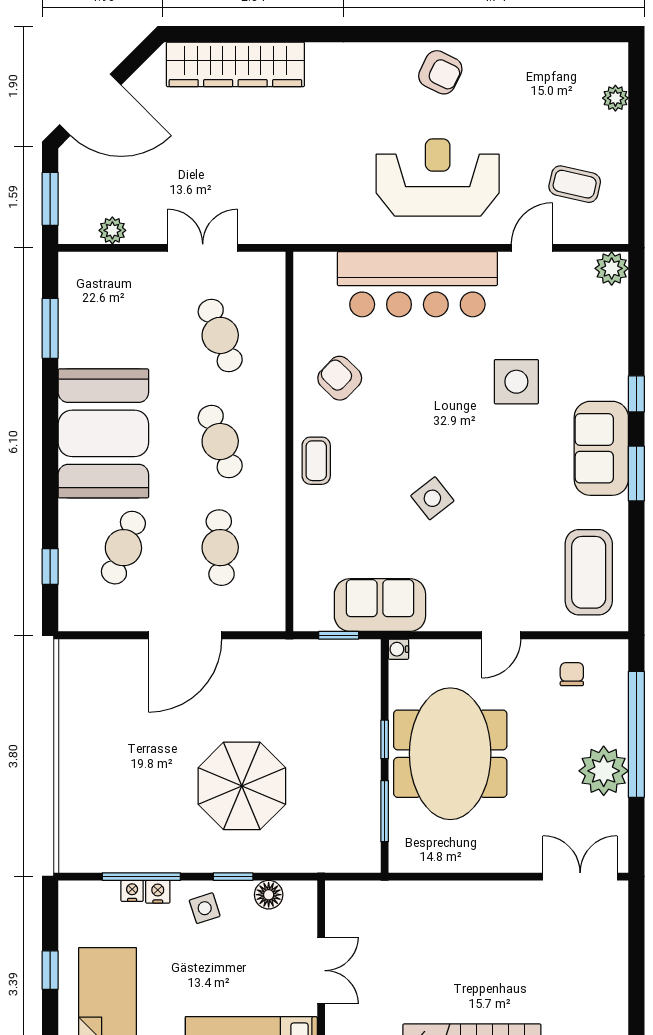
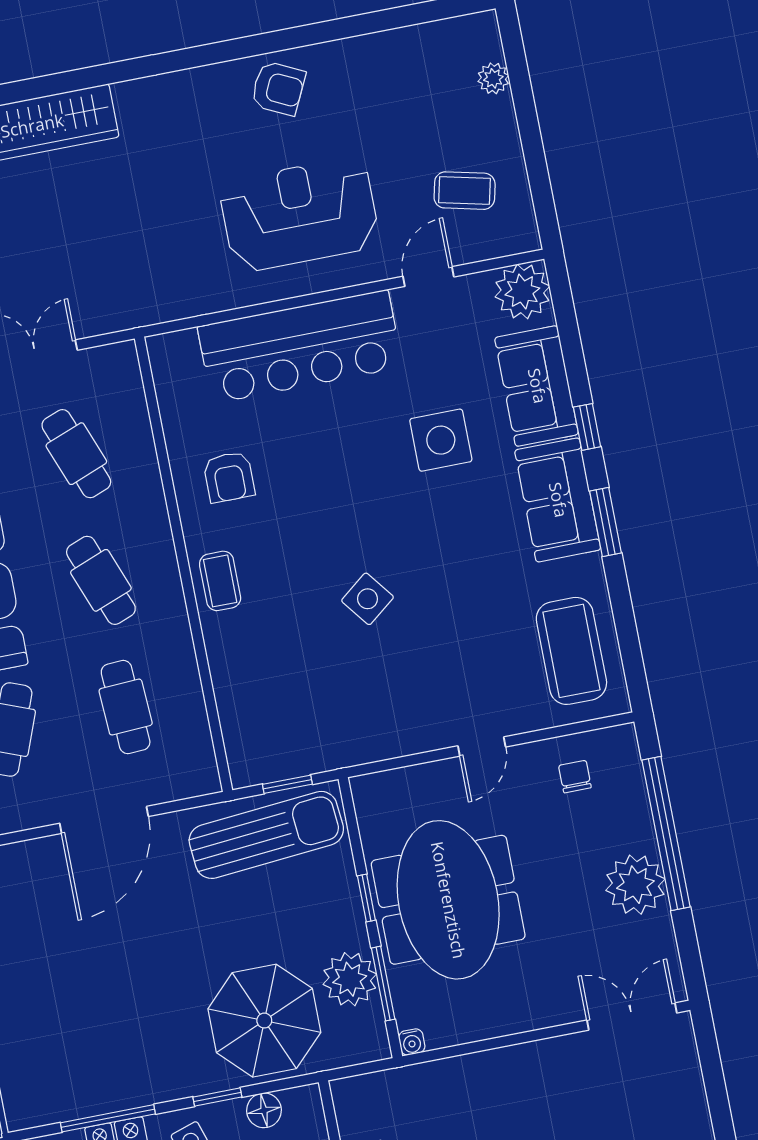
plant: (612, 268) -> (522, 292), width x1.36, depth x1.36
armchair: (340, 378) -> (229, 477), turned -134
sofa: (380, 605) -> (537, 386), moved, turned -90
water cooler: (398, 649) -> (412, 1042), moved, turned -90
sun lounger: (314, 673) -> (266, 835), added
parasol: (242, 786) -> (264, 1021), moved
plant: (358, 802) -> (350, 979), added

